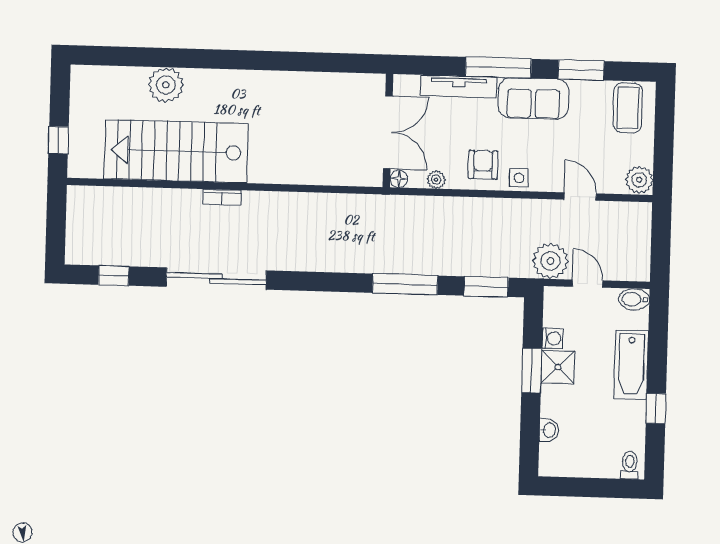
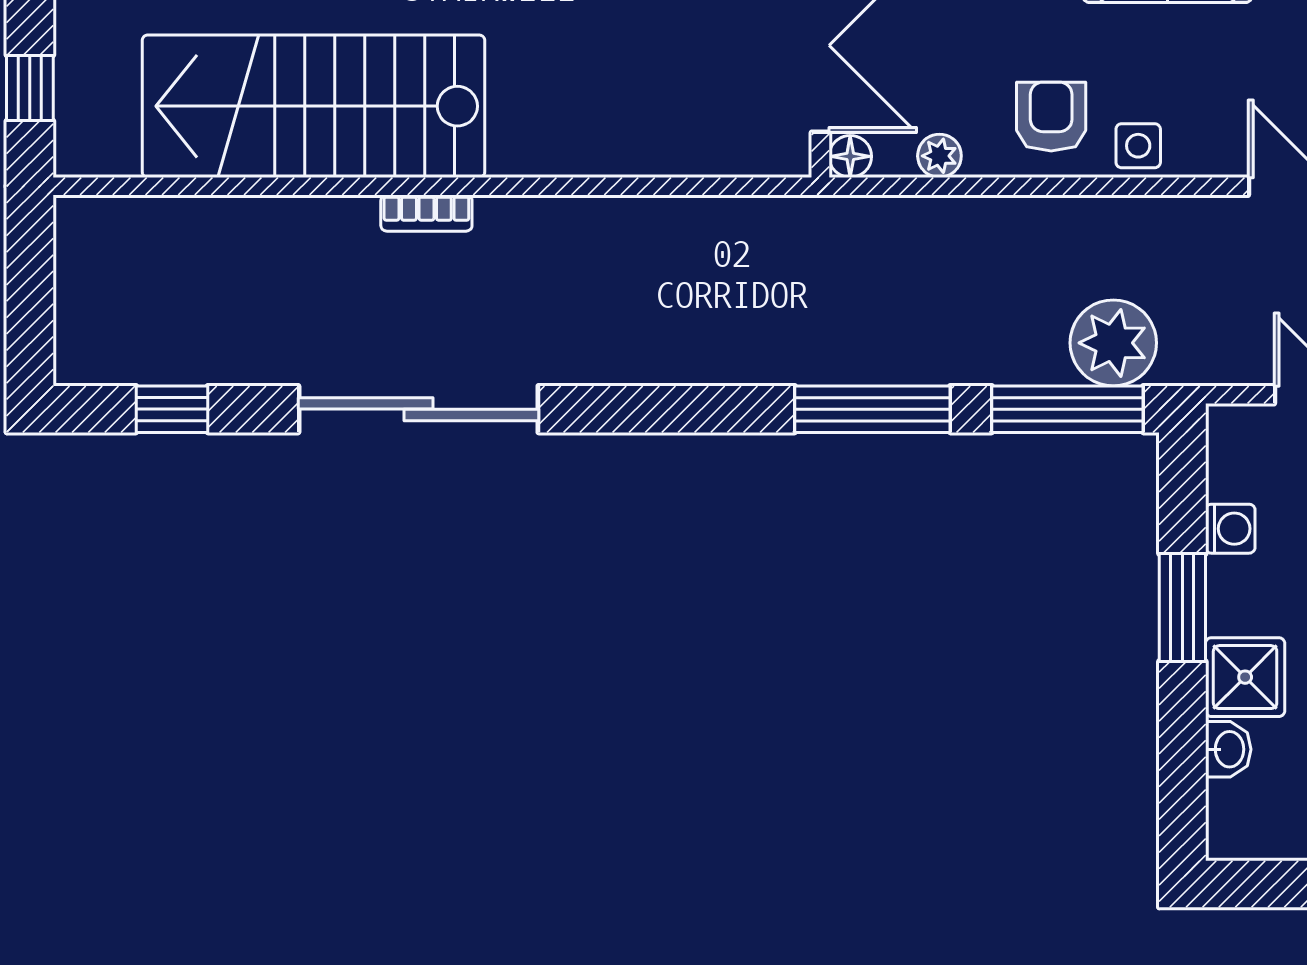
plant: (550, 261) -> (1113, 343), moved
window: (486, 287) -> (1067, 409), width x1.44
shower: (558, 367) -> (1245, 677), moved

